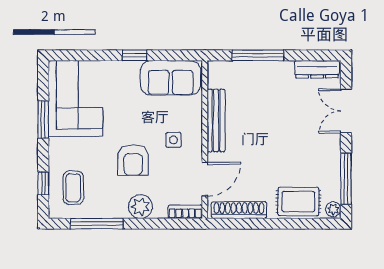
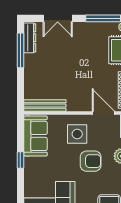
window: (258, 55) -> (20, 50), moved
bench: (216, 120) -> (45, 105), moved
side table: (173, 140) -> (77, 134), width x1.87, depth x1.87

